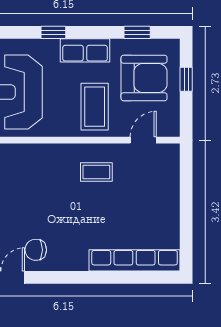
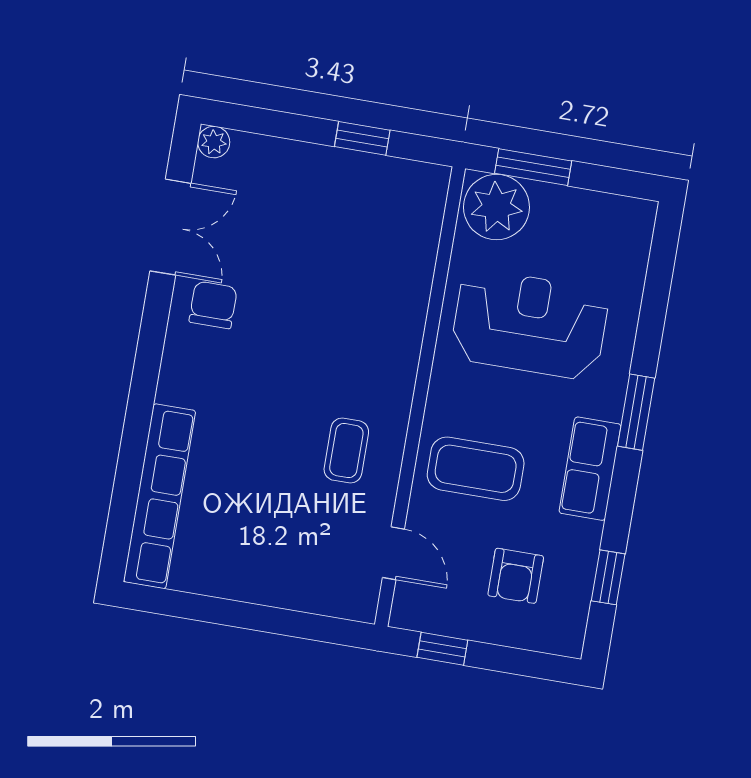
window: (53, 32) -> (636, 412), width x1.50
armchair: (144, 78) -> (516, 576), width x0.53, depth x0.53
window: (186, 79) -> (442, 649), moved

